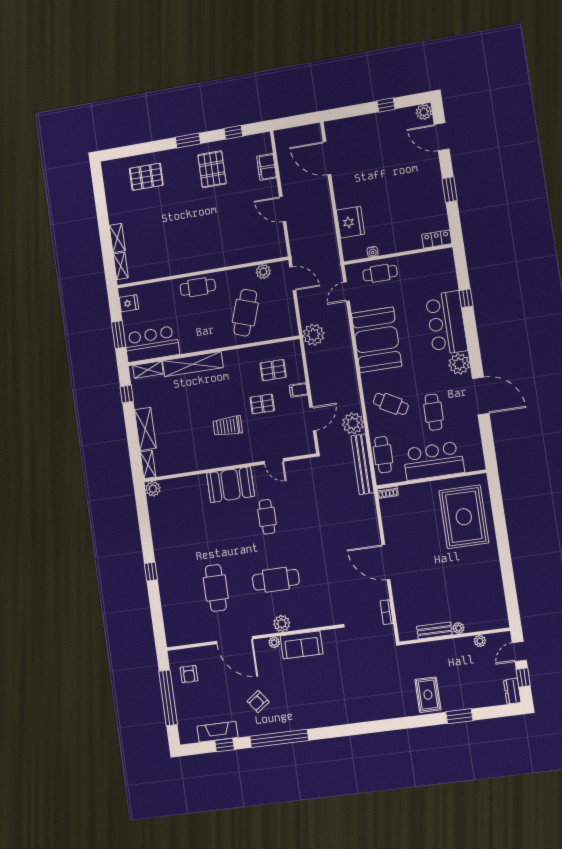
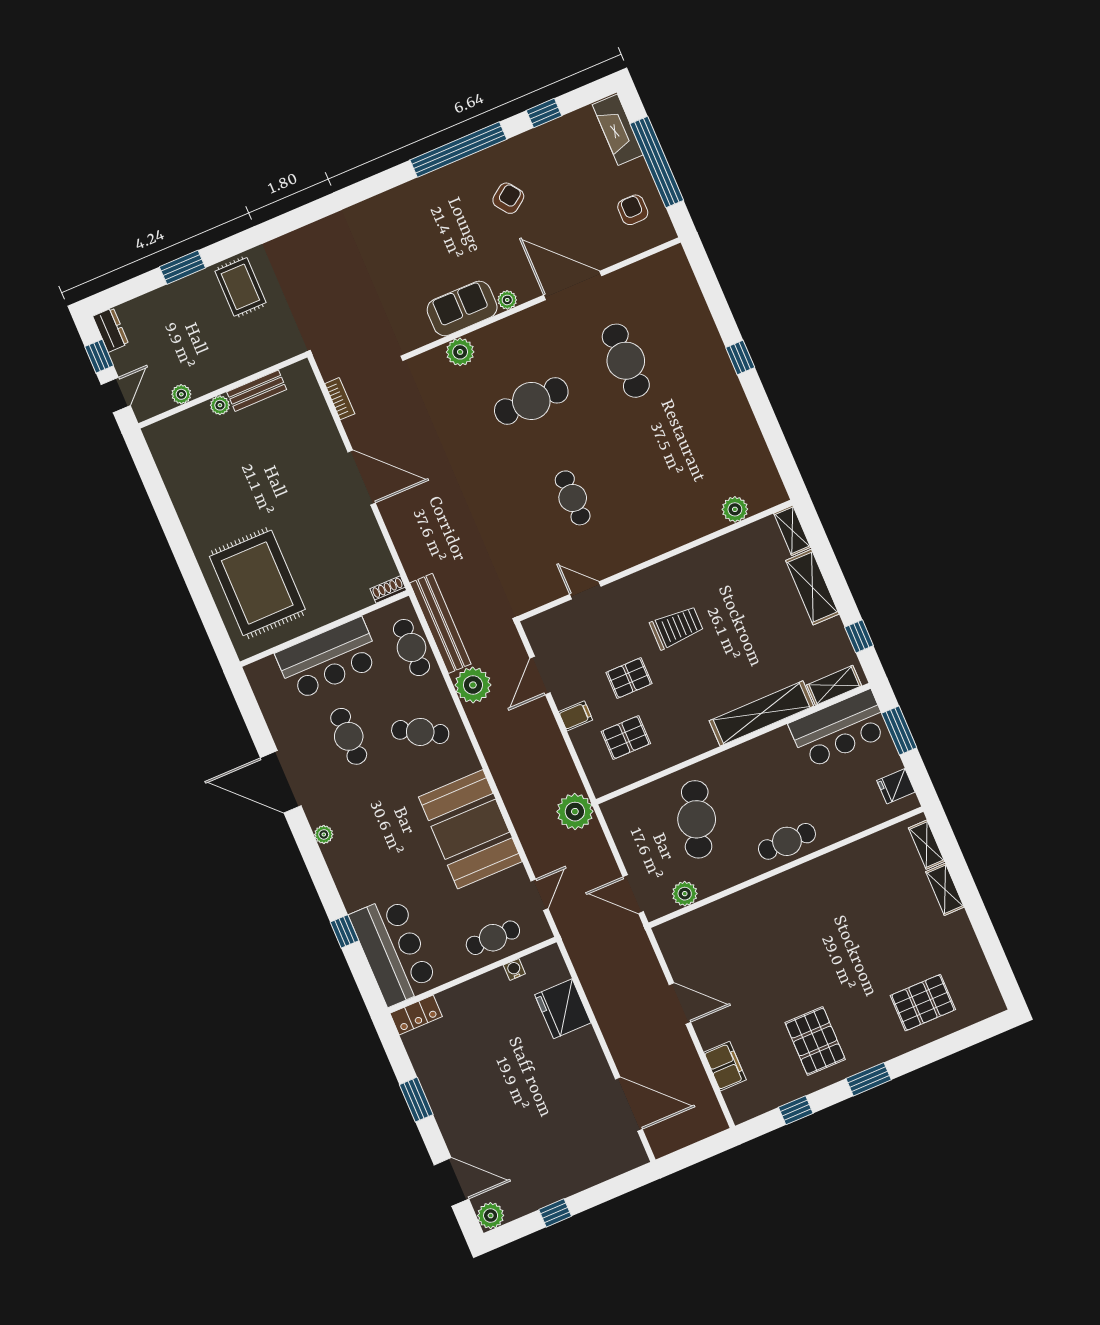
bar counter: (446, 323) -> (394, 950), moved
plant: (459, 364) -> (324, 834), width x0.53, depth x0.53
booth: (231, 485) -> (646, 534), removed
plant: (153, 489) -> (735, 509), moved
plant: (282, 624) -> (460, 352), moved
fireplace: (218, 732) -> (618, 130), moved, turned 90

